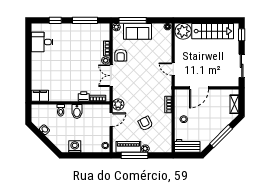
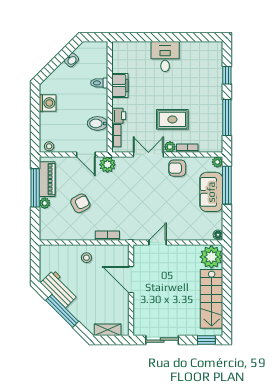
desk: (42, 42) -> (165, 57), moved
rug: (86, 59) -> (172, 119), added
filing cabinet: (40, 96) -> (120, 85), moved
bidet: (77, 111) -> (97, 123), moved
workbench: (187, 146) -> (59, 289), moved, turned -45

